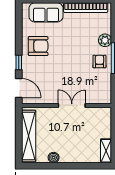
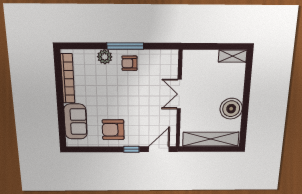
armchair: (38, 46) -> (113, 130), turned -90
boiler: (54, 158) -> (231, 109), width x1.86, depth x1.86

